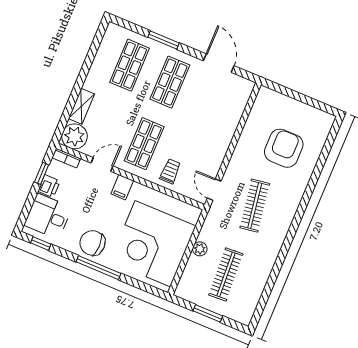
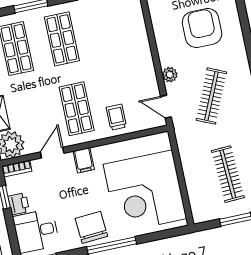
clothes rail: (255, 206) -> (211, 96), turned 33
chair: (92, 243) -> (91, 227), turned 86
plant: (200, 249) -> (170, 75), moved

